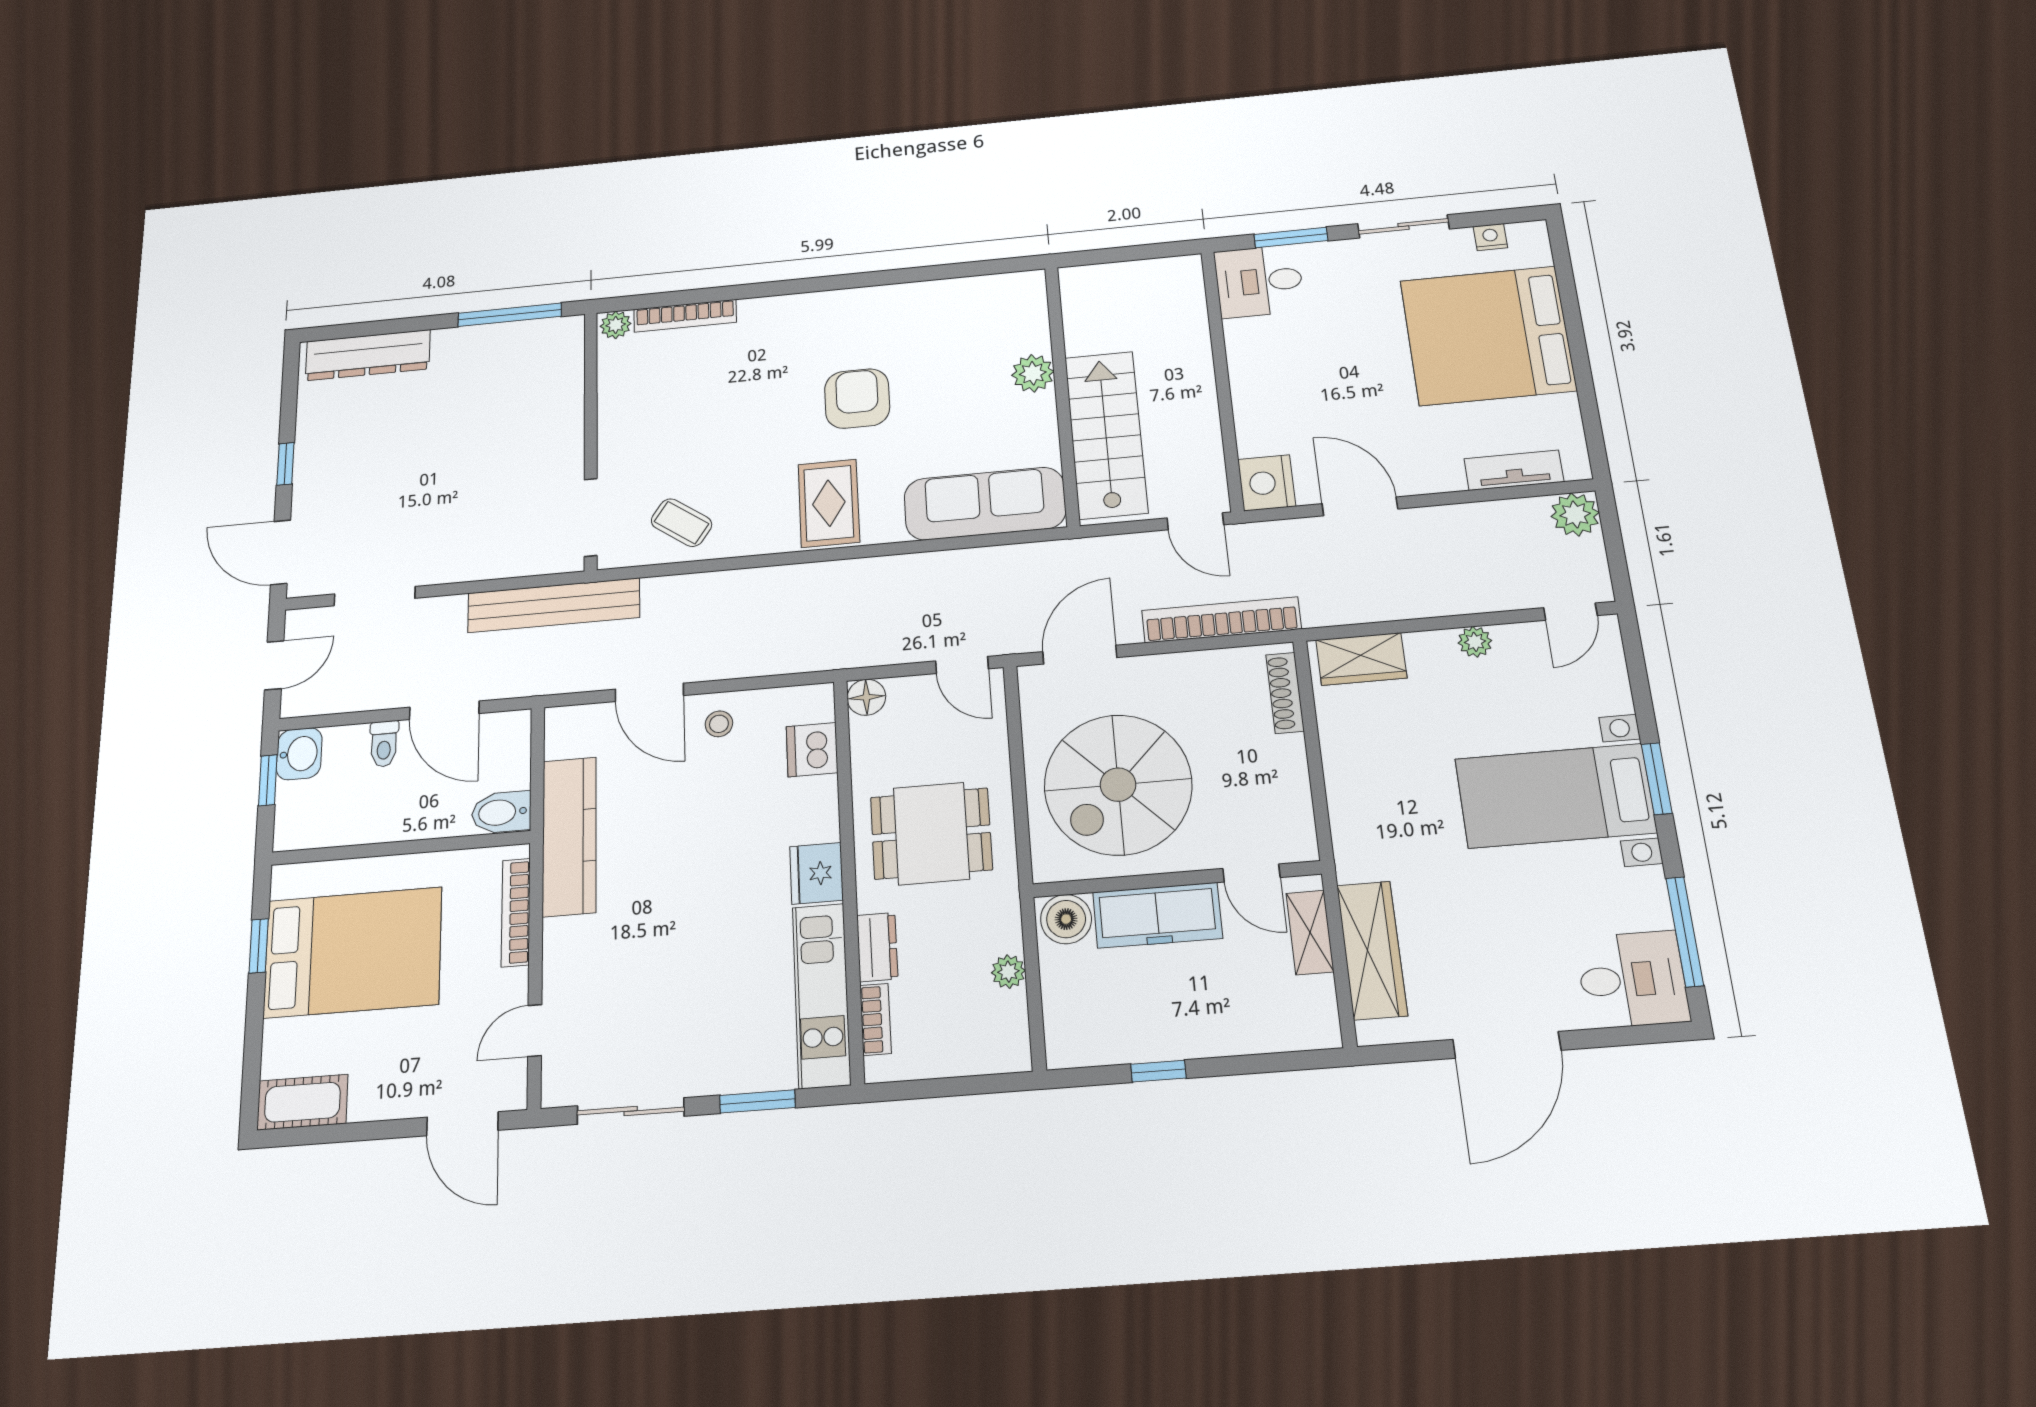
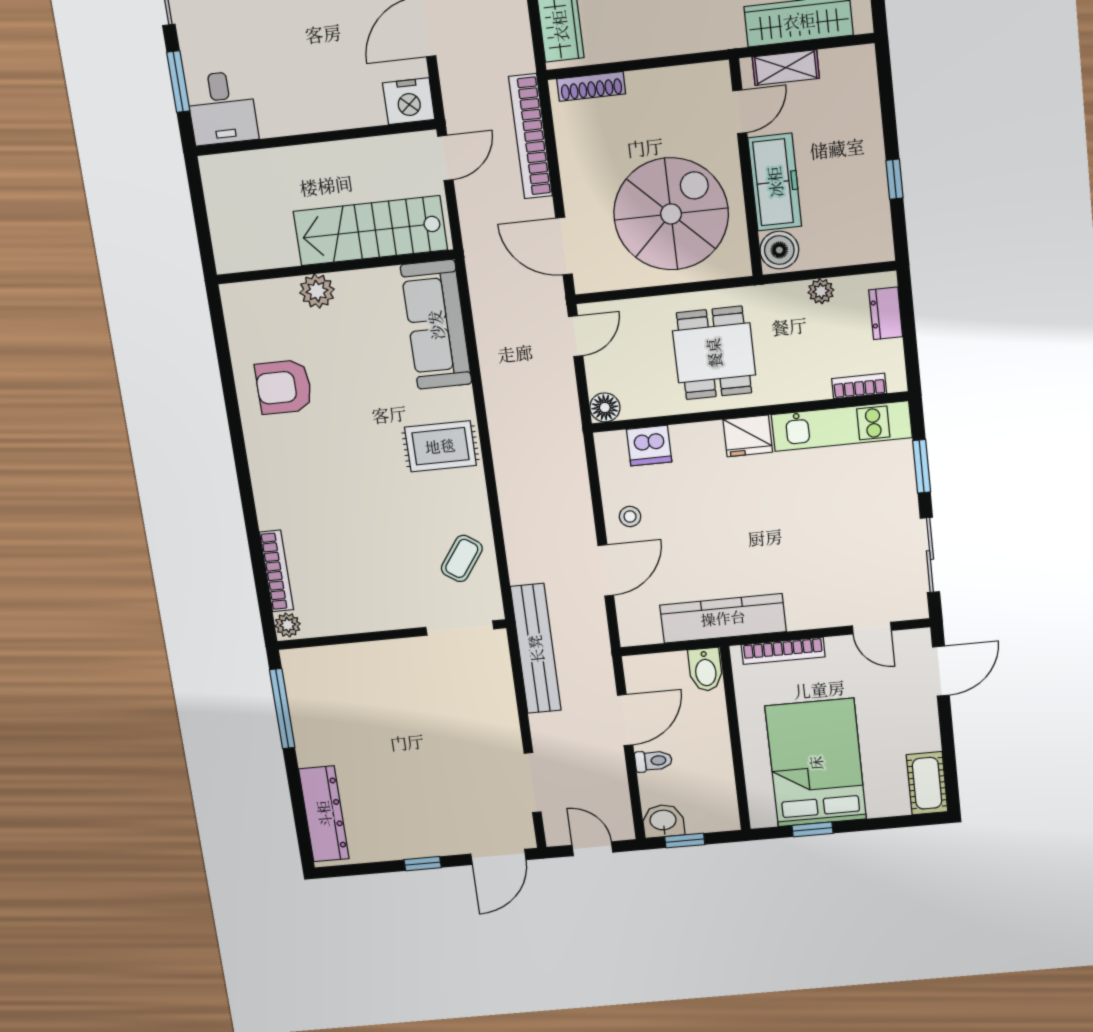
armchair: (857, 399) -> (284, 387), moved
spiral stairs: (1118, 785) -> (671, 214), turned -90
dresser: (877, 947) -> (886, 313), moved, turned -90

